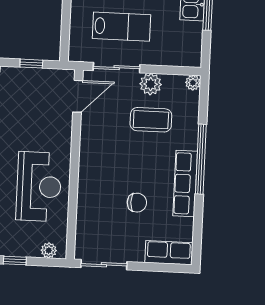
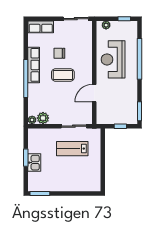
plant: (151, 84) -> (43, 118), moved
door: (78, 96) -> (94, 93), moved
coffee table: (151, 120) -> (63, 75), moved

